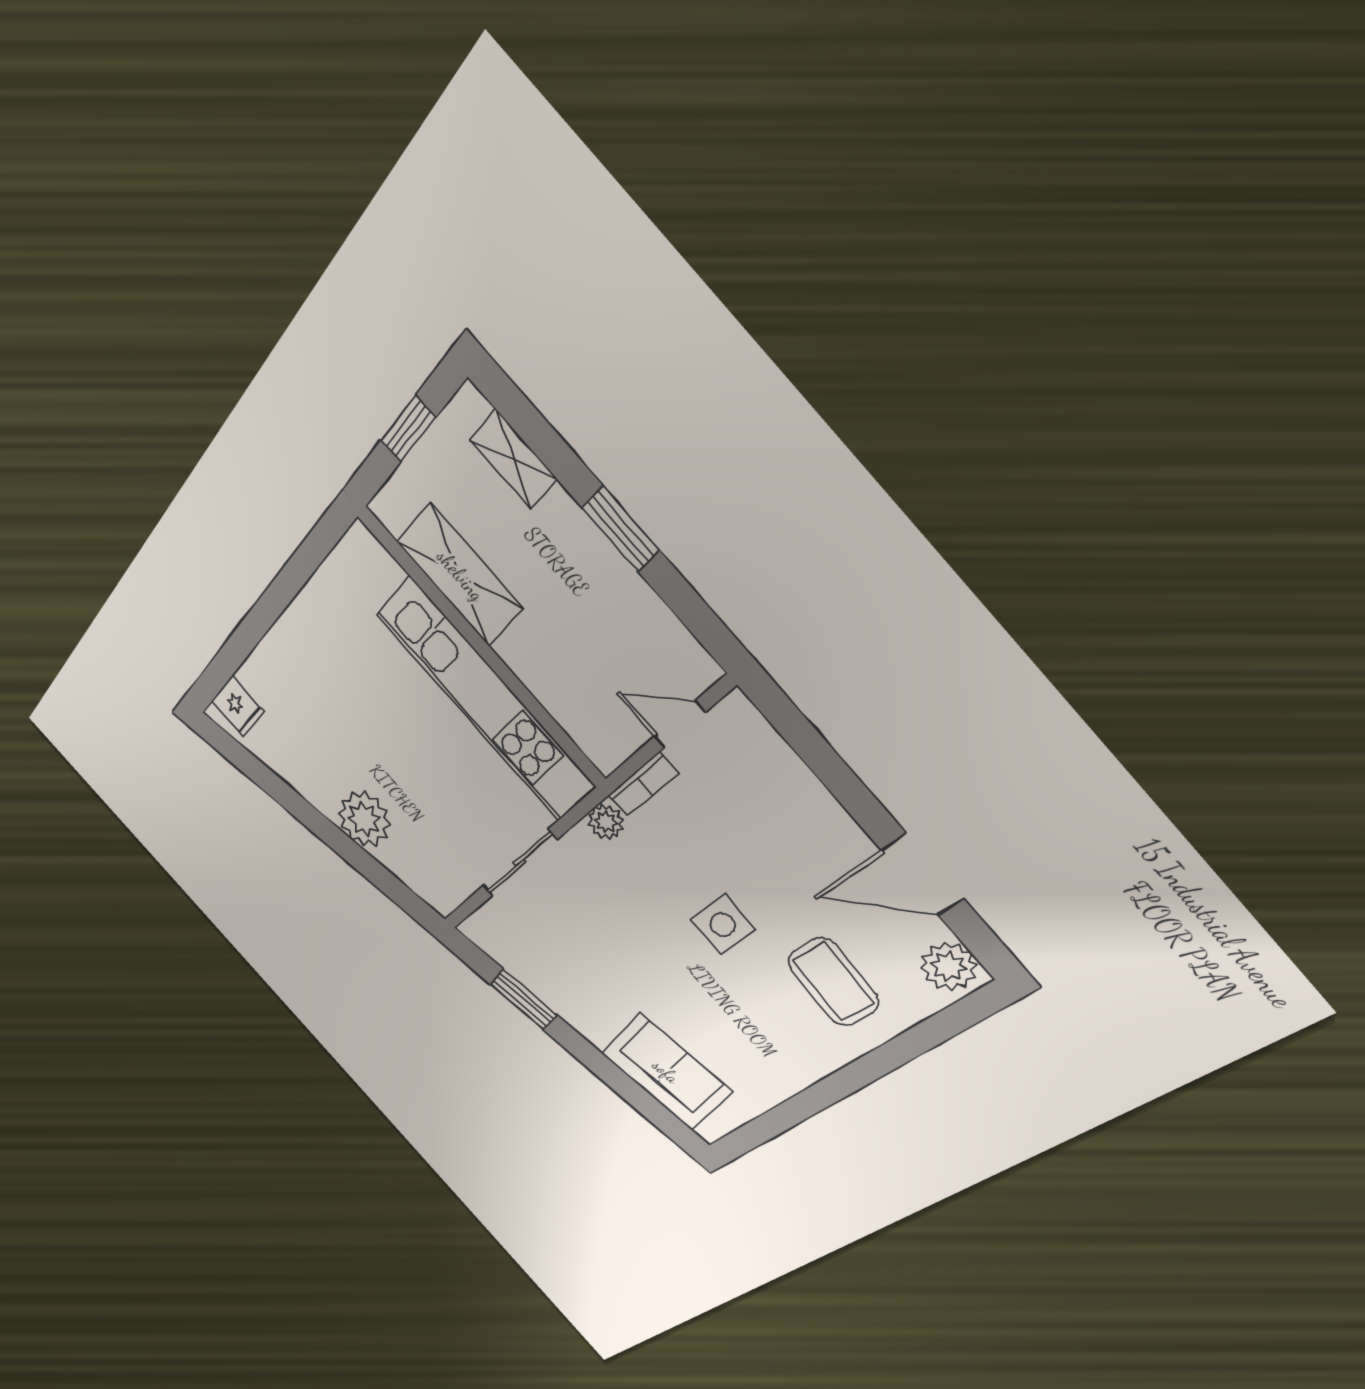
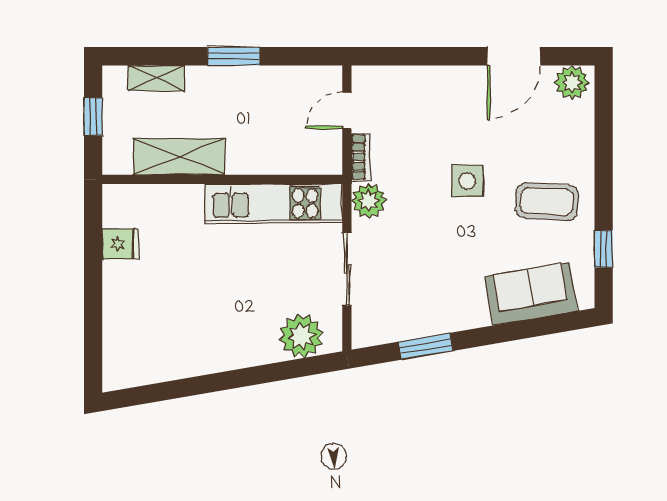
kitchen unit: (485, 700) -> (273, 203), width x0.73
fridge: (238, 707) -> (120, 244), moved
plant: (364, 819) -> (301, 336), moved
plant: (606, 822) -> (369, 201), width x1.38, depth x1.38
coffee table: (833, 982) -> (547, 202), moved
window: (779, 1119) -> (604, 249), added

